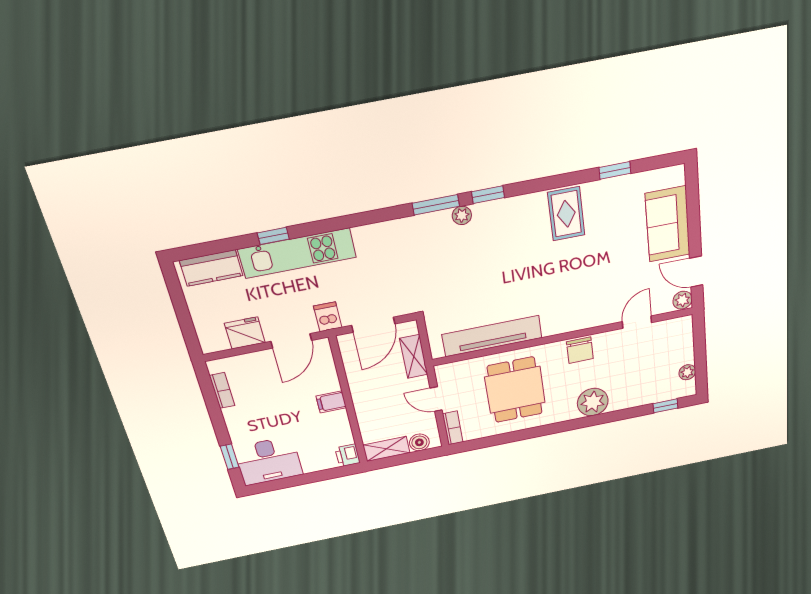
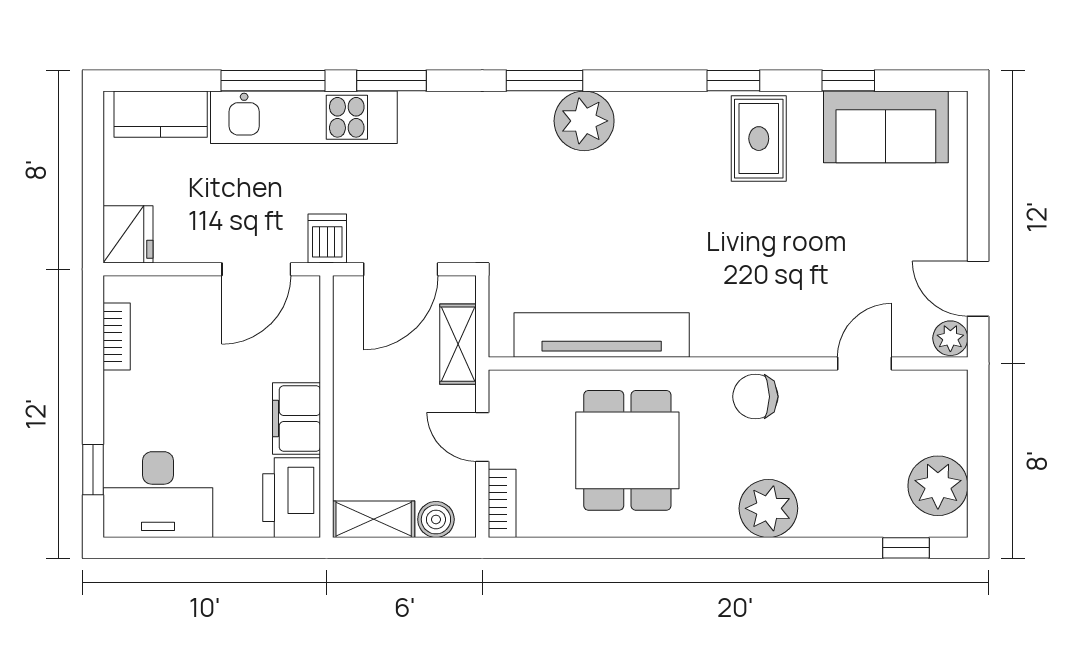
window: (488, 195) -> (733, 81), moved
plant: (462, 215) -> (584, 121), width x1.88, depth x1.88
window: (344, 222) -> (391, 81), added
sofa: (668, 224) -> (886, 127), moved, turned -90
window: (273, 236) -> (273, 81), width x2.17
fridge: (245, 333) -> (128, 234), moved, turned 90
chair: (580, 350) -> (755, 397), turned 90
plant: (687, 372) -> (938, 486), width x1.88, depth x1.88
filing cabinet: (331, 402) -> (297, 419), width x2.00
printer: (348, 455) -> (292, 498), width x1.87, depth x1.48

